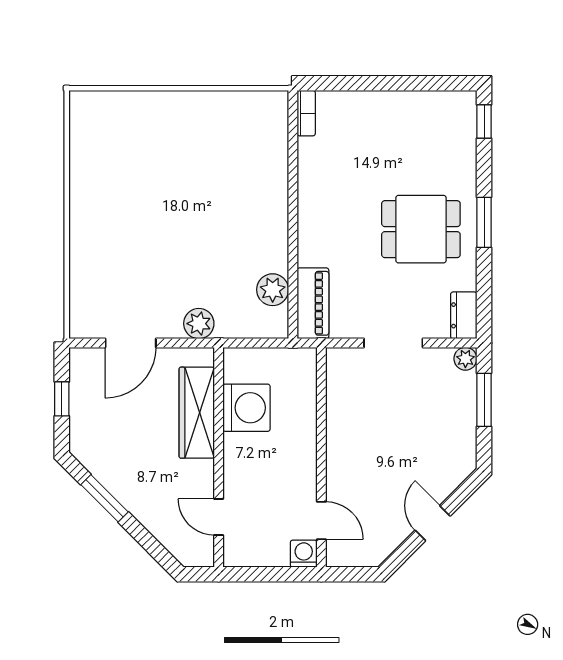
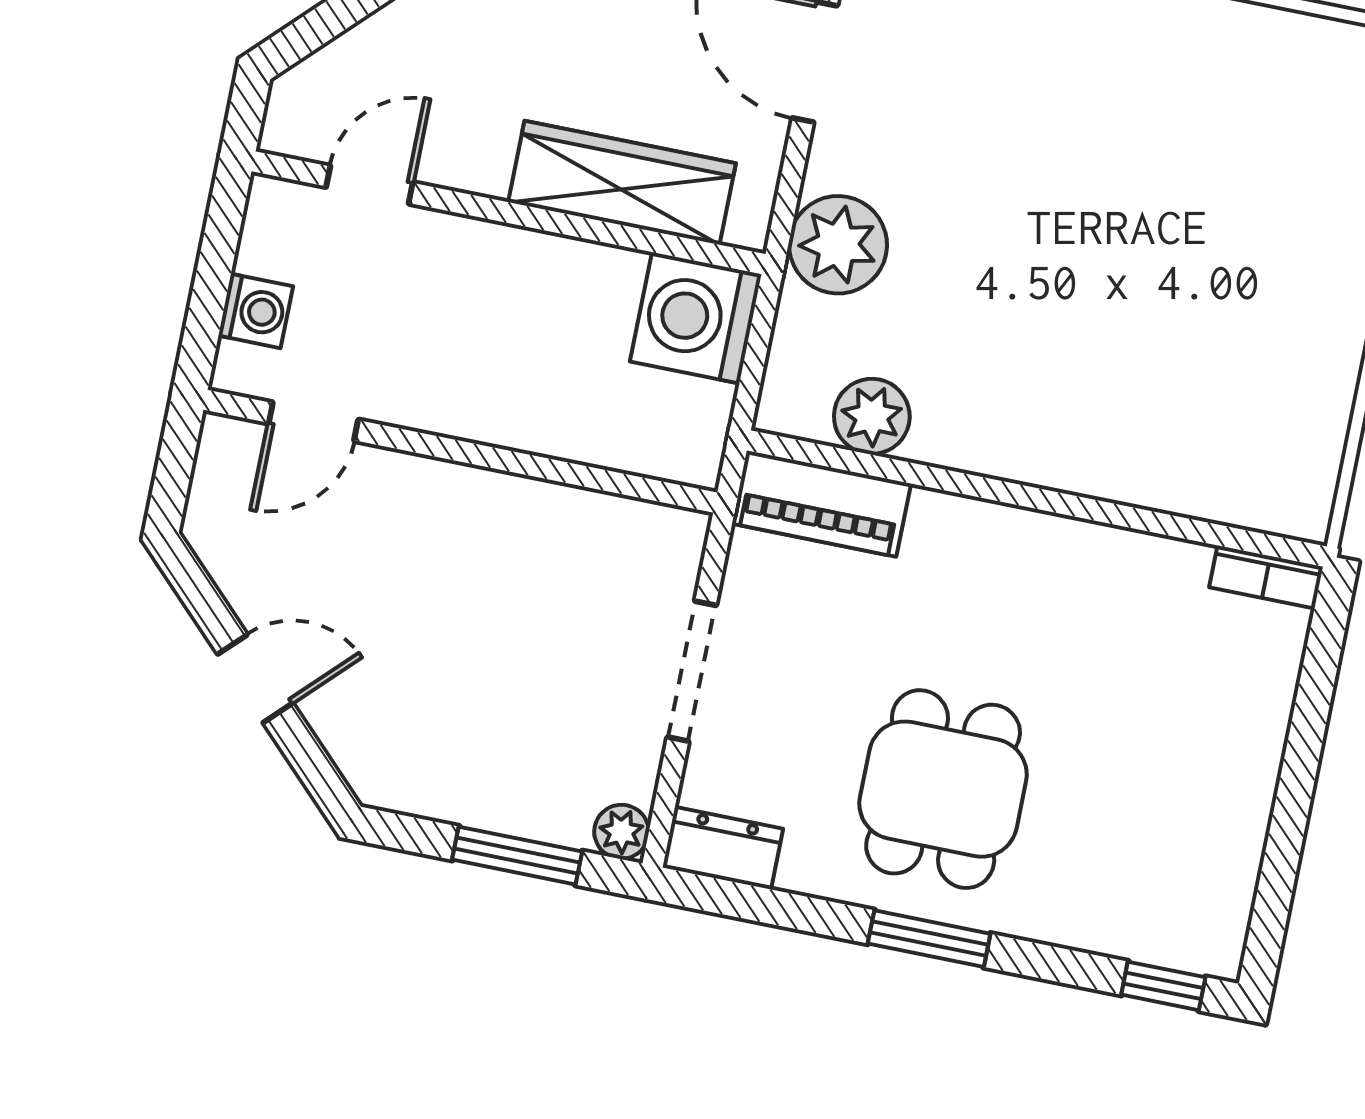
plant: (199, 324) -> (838, 245), width x1.36, depth x1.36
washing machine: (246, 408) -> (696, 318), moved, turned 90
washing machine: (304, 554) -> (256, 311), moved

